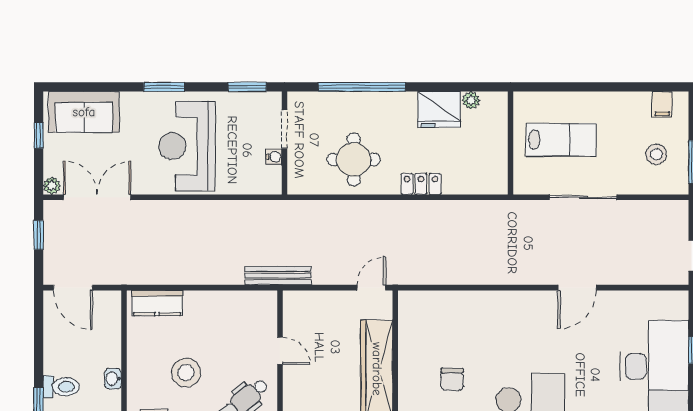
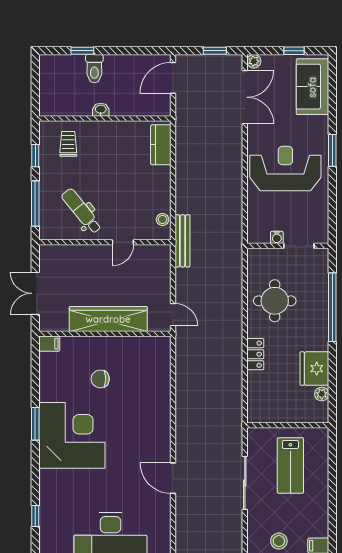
window: (247, 87) -> (332, 216), removed
stool: (186, 373) -> (162, 220), moved, width x0.53, depth x0.53

